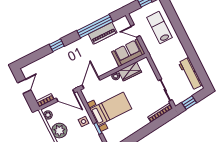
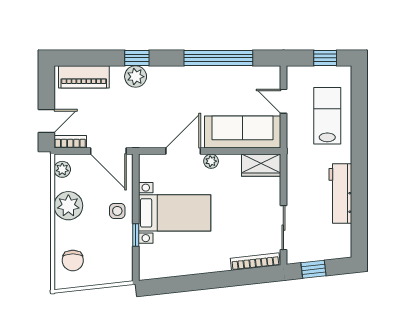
piano: (103, 33) -> (84, 77), moved
sofa: (128, 53) -> (243, 132), width x1.36
plant: (60, 54) -> (136, 77), added
wardrobe: (130, 71) -> (261, 165), moved
workbench: (190, 74) -> (340, 193), moved
door: (91, 83) -> (183, 151), moved
door: (24, 86) -> (46, 121), moved

